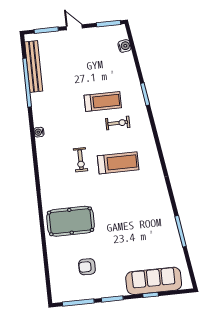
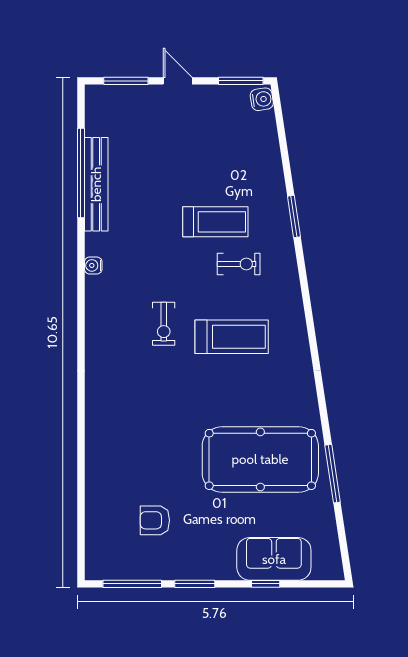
water cooler: (124, 46) -> (262, 99), moved
bench: (34, 67) -> (96, 184), moved
pool table: (70, 221) -> (260, 459), moved, width x1.36, depth x1.32
sofa: (154, 281) -> (274, 559), width x0.73

